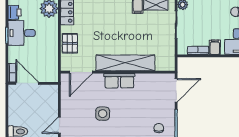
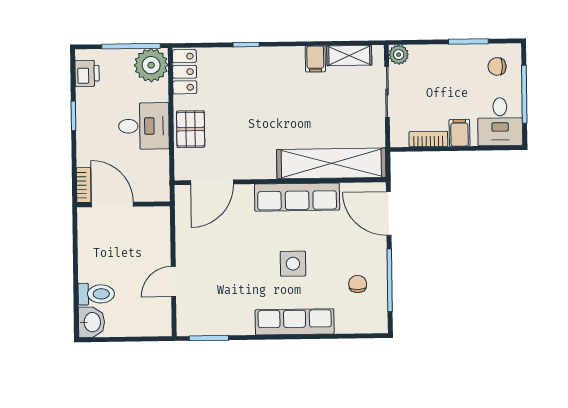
desk: (22, 33) -> (144, 126), moved, turned 180
shelving: (125, 63) -> (331, 163), moved
row of seats: (119, 81) -> (297, 197), width x1.48
door: (176, 90) -> (389, 213), swing flipped
side table: (103, 114) -> (293, 264), moved

